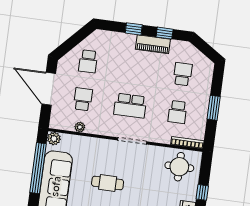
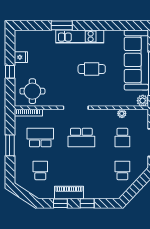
school desk: (183, 74) -> (40, 170), turned 180
school desk: (130, 106) -> (81, 138), turned 180
school desk: (178, 112) -> (40, 138), width x1.85

